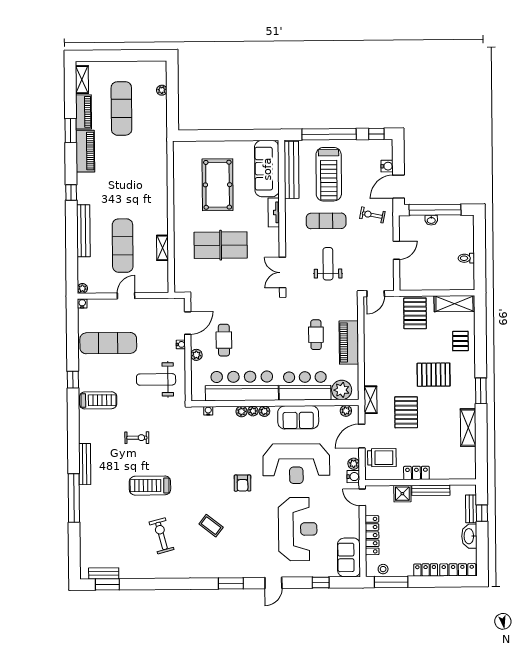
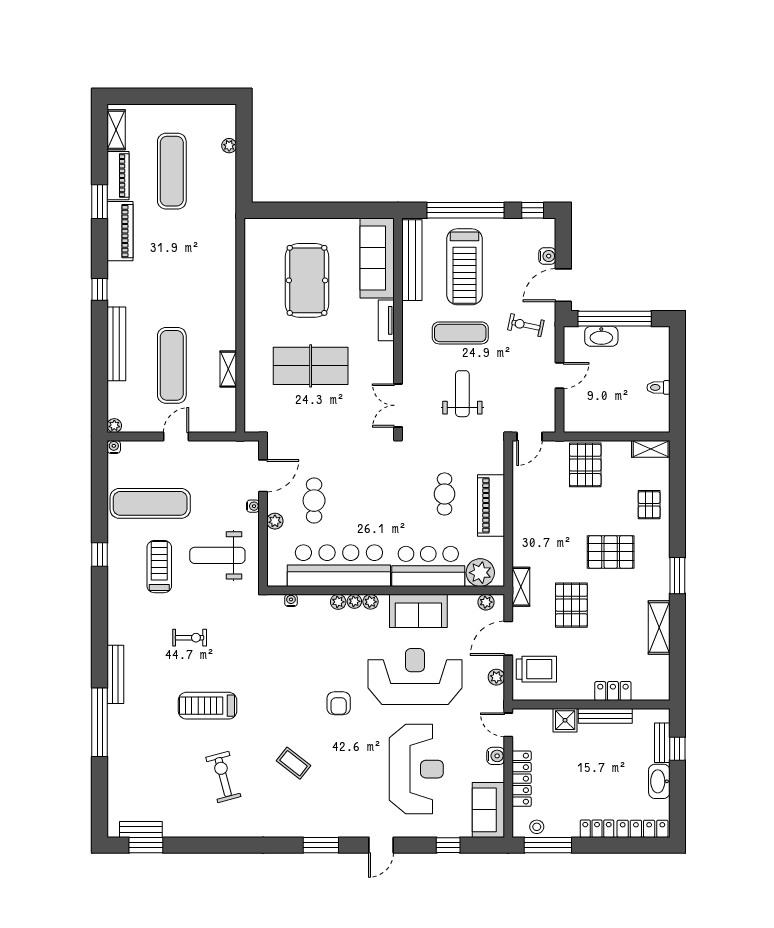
washbasin: (431, 220) -> (601, 336), width x1.91, depth x1.45
shelving: (454, 304) -> (651, 449), width x0.67, depth x0.75
treadmill: (98, 400) -> (159, 567), moved, turned -90
reception desk: (296, 464) -> (415, 677), turned 180
locker: (416, 473) -> (613, 691), moved
water cooler: (353, 477) -> (496, 756), moved

